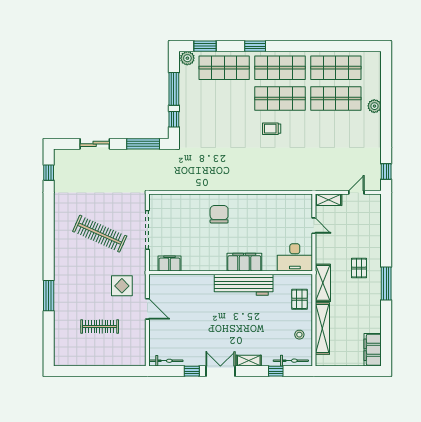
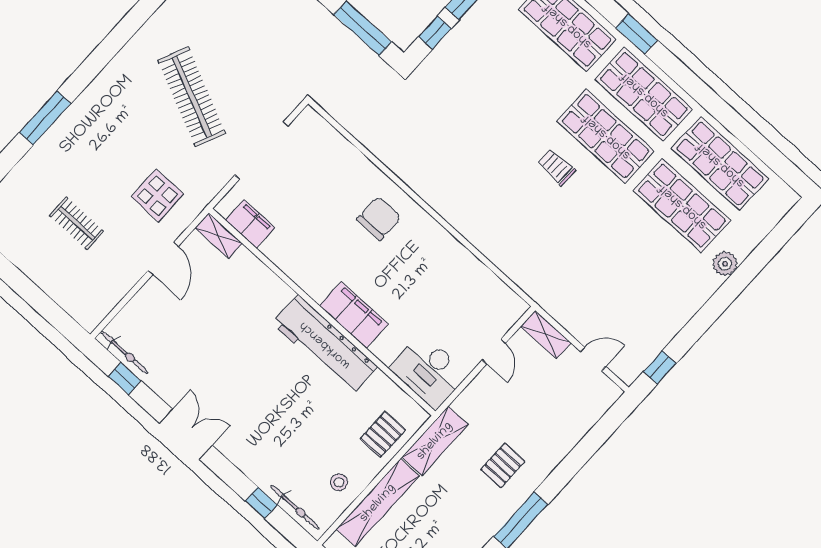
clothes rail: (100, 326) -> (77, 223), width x0.73
shelving: (249, 361) -> (219, 236), moved
window: (192, 371) -> (125, 379), moved

